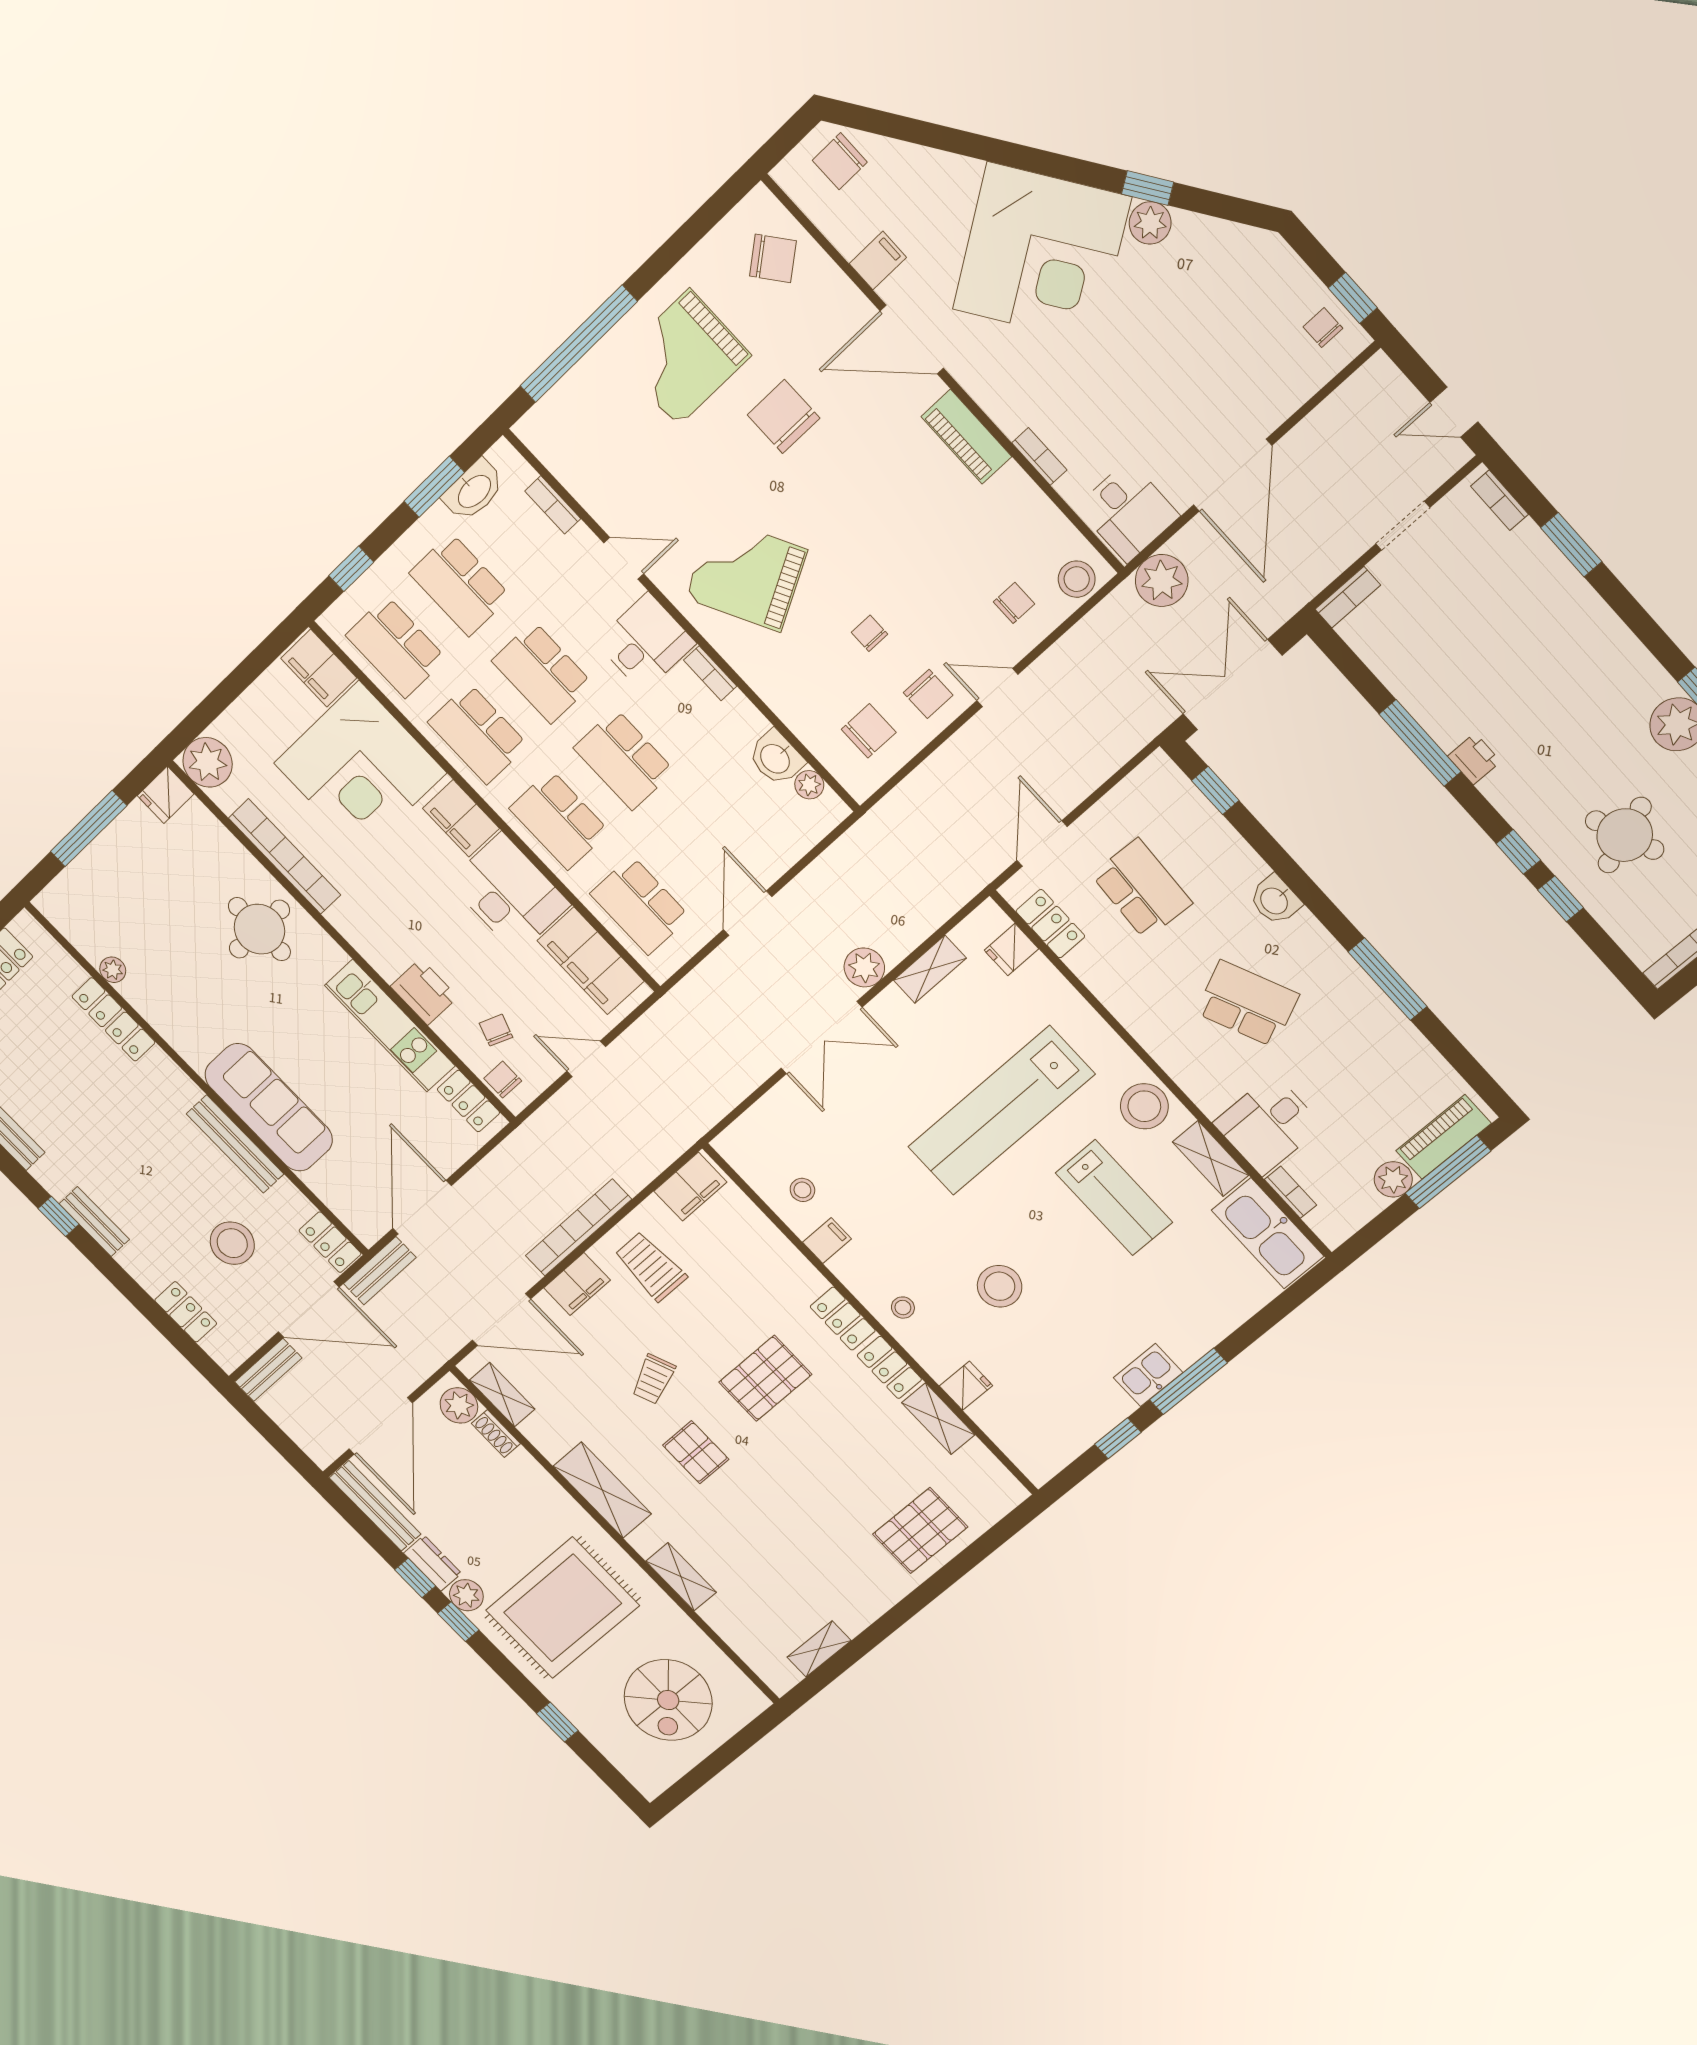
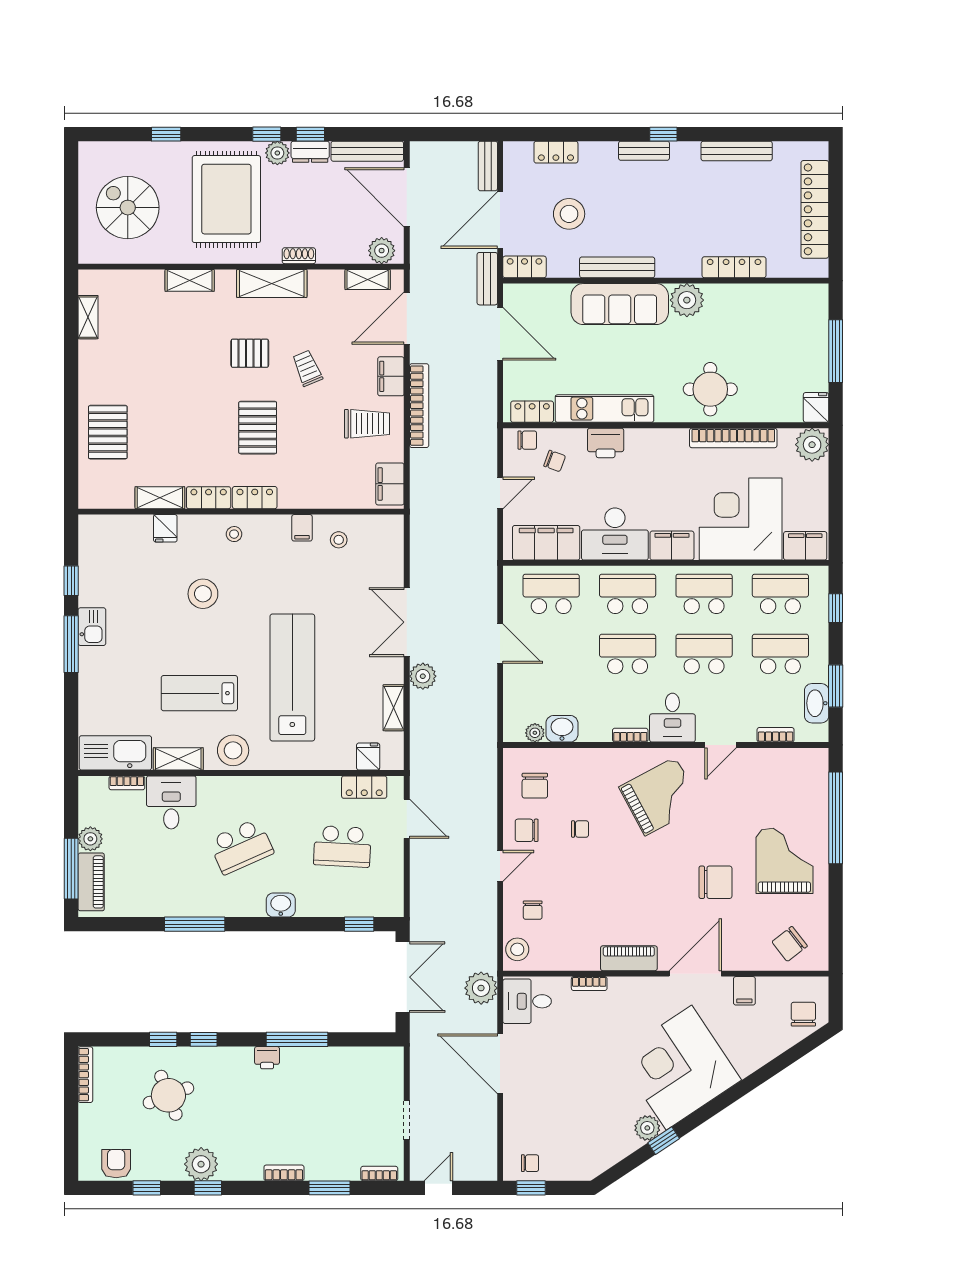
bookcase: (1348, 597) -> (284, 1173), moved, turned 90
plant: (113, 970) -> (687, 300), moved, width x1.87, depth x1.87
shoe rack: (496, 1434) -> (299, 256), moved

